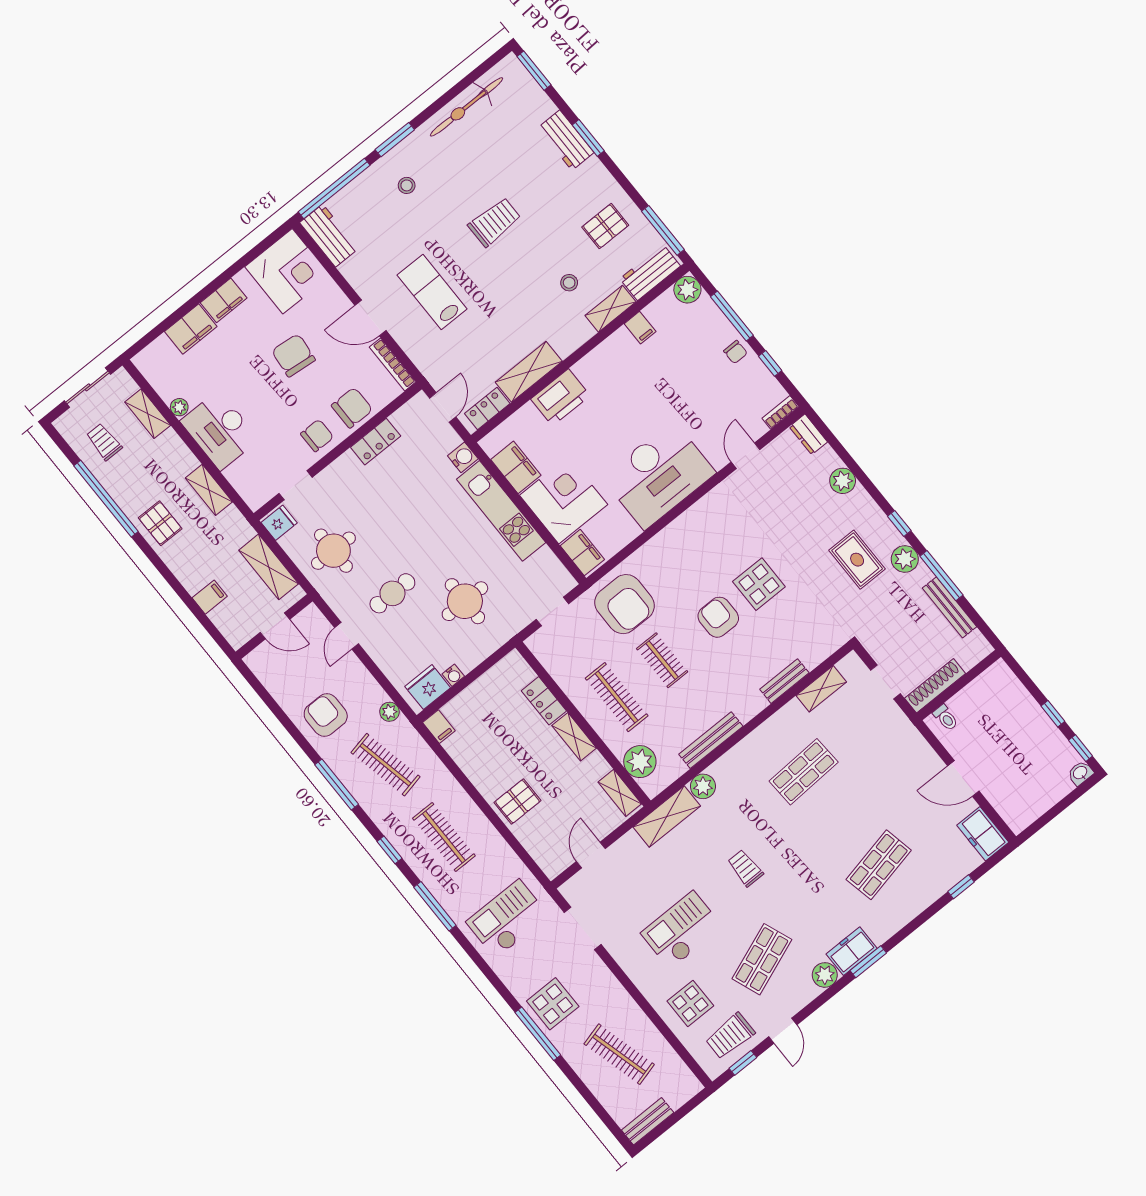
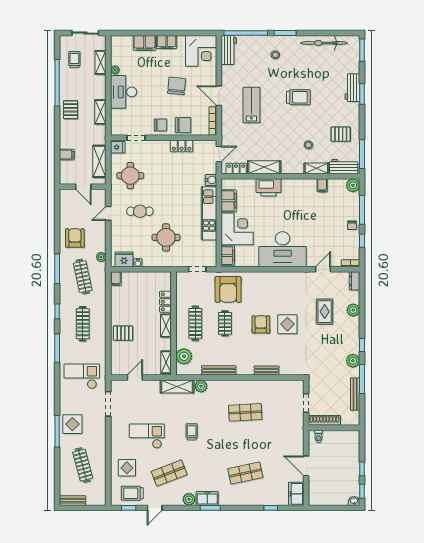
rug: (857, 560) -> (325, 312), moved
shelving: (821, 689) -> (279, 385), removed

